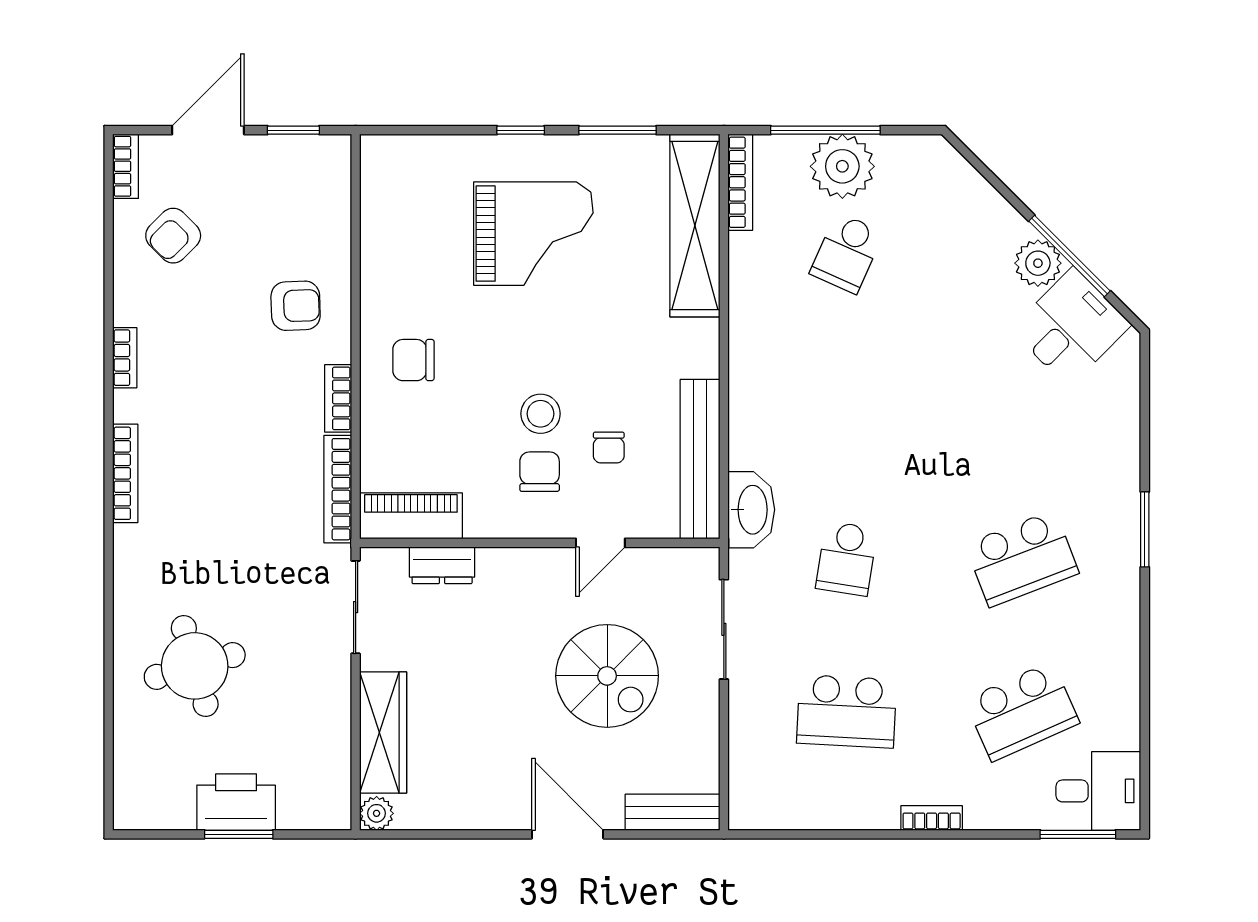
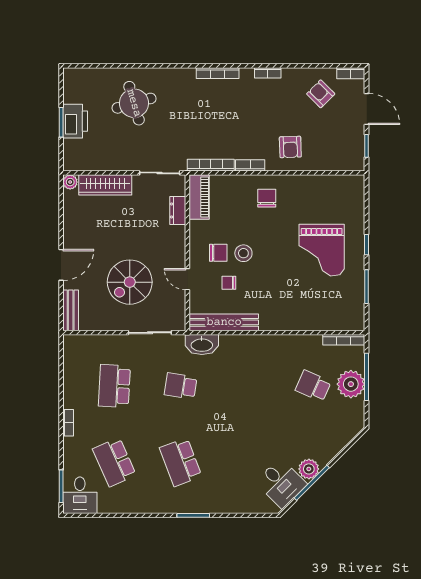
shelving: (695, 226) -> (325, 320), removed

